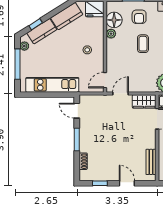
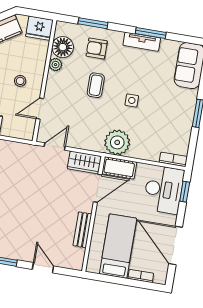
armchair: (139, 17) -> (97, 48), turned 90
door: (105, 80) -> (40, 109), moved
bench: (151, 162) -> (82, 230), moved

